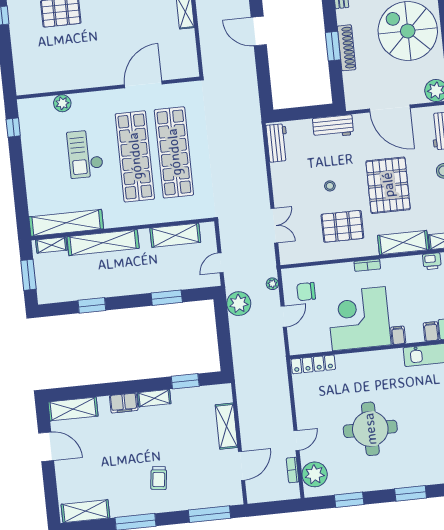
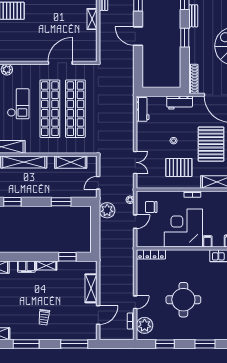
window: (333, 46) -> (185, 38), moved
shoe rack: (347, 48) -> (193, 79), moved
checkout: (85, 154) -> (18, 104), turned 180

